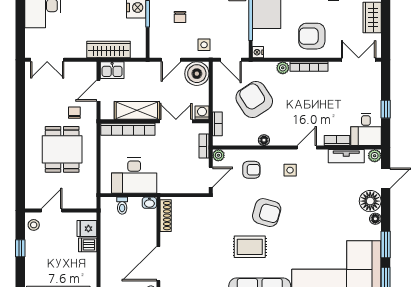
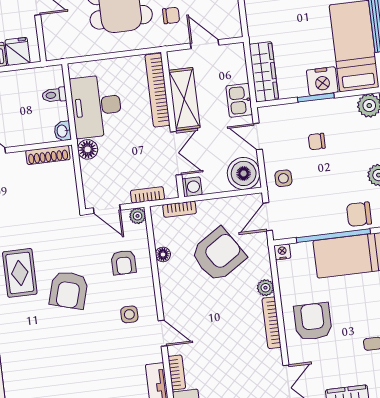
wardrobe: (108, 50) -> (264, 72), moved
kitchen sink: (112, 70) -> (239, 100), moved
floor lamp: (264, 140) -> (163, 254), moved
floor lamp: (165, 186) -> (88, 149), added

